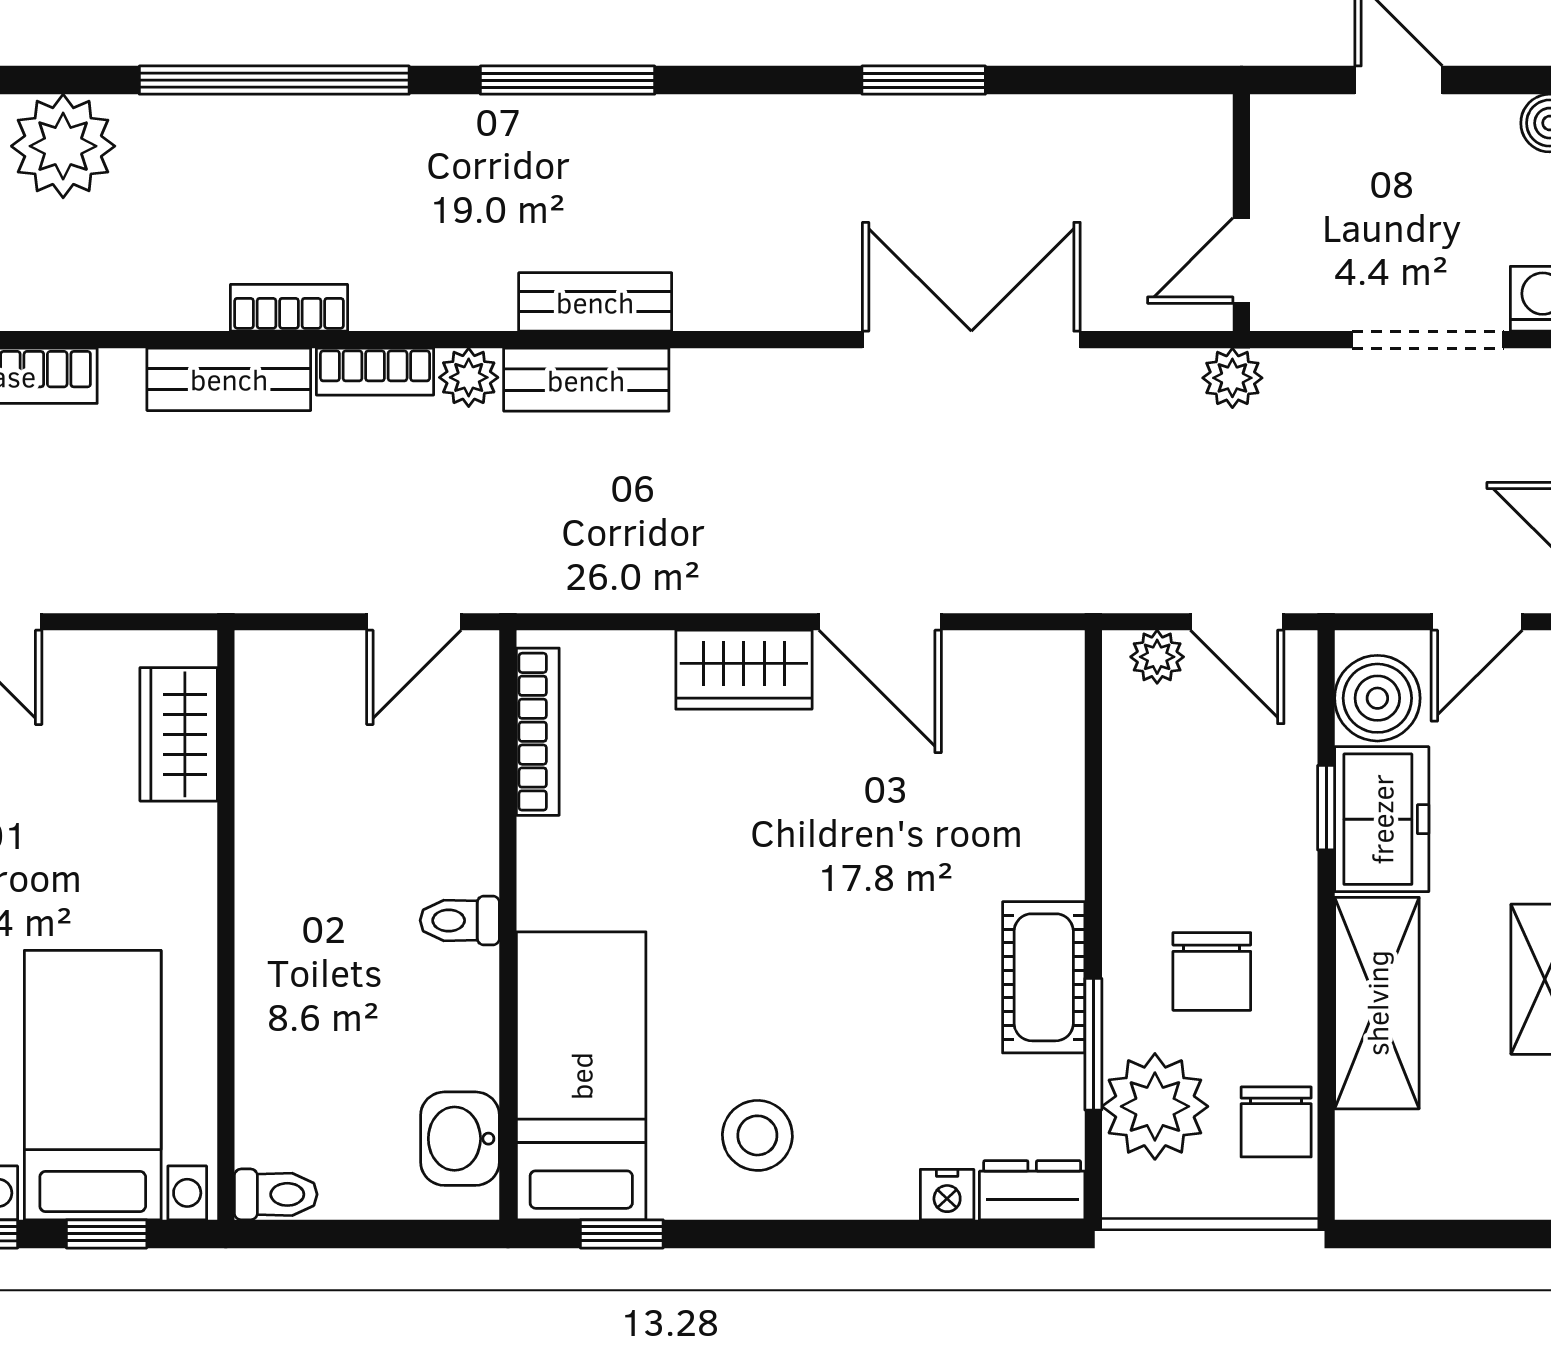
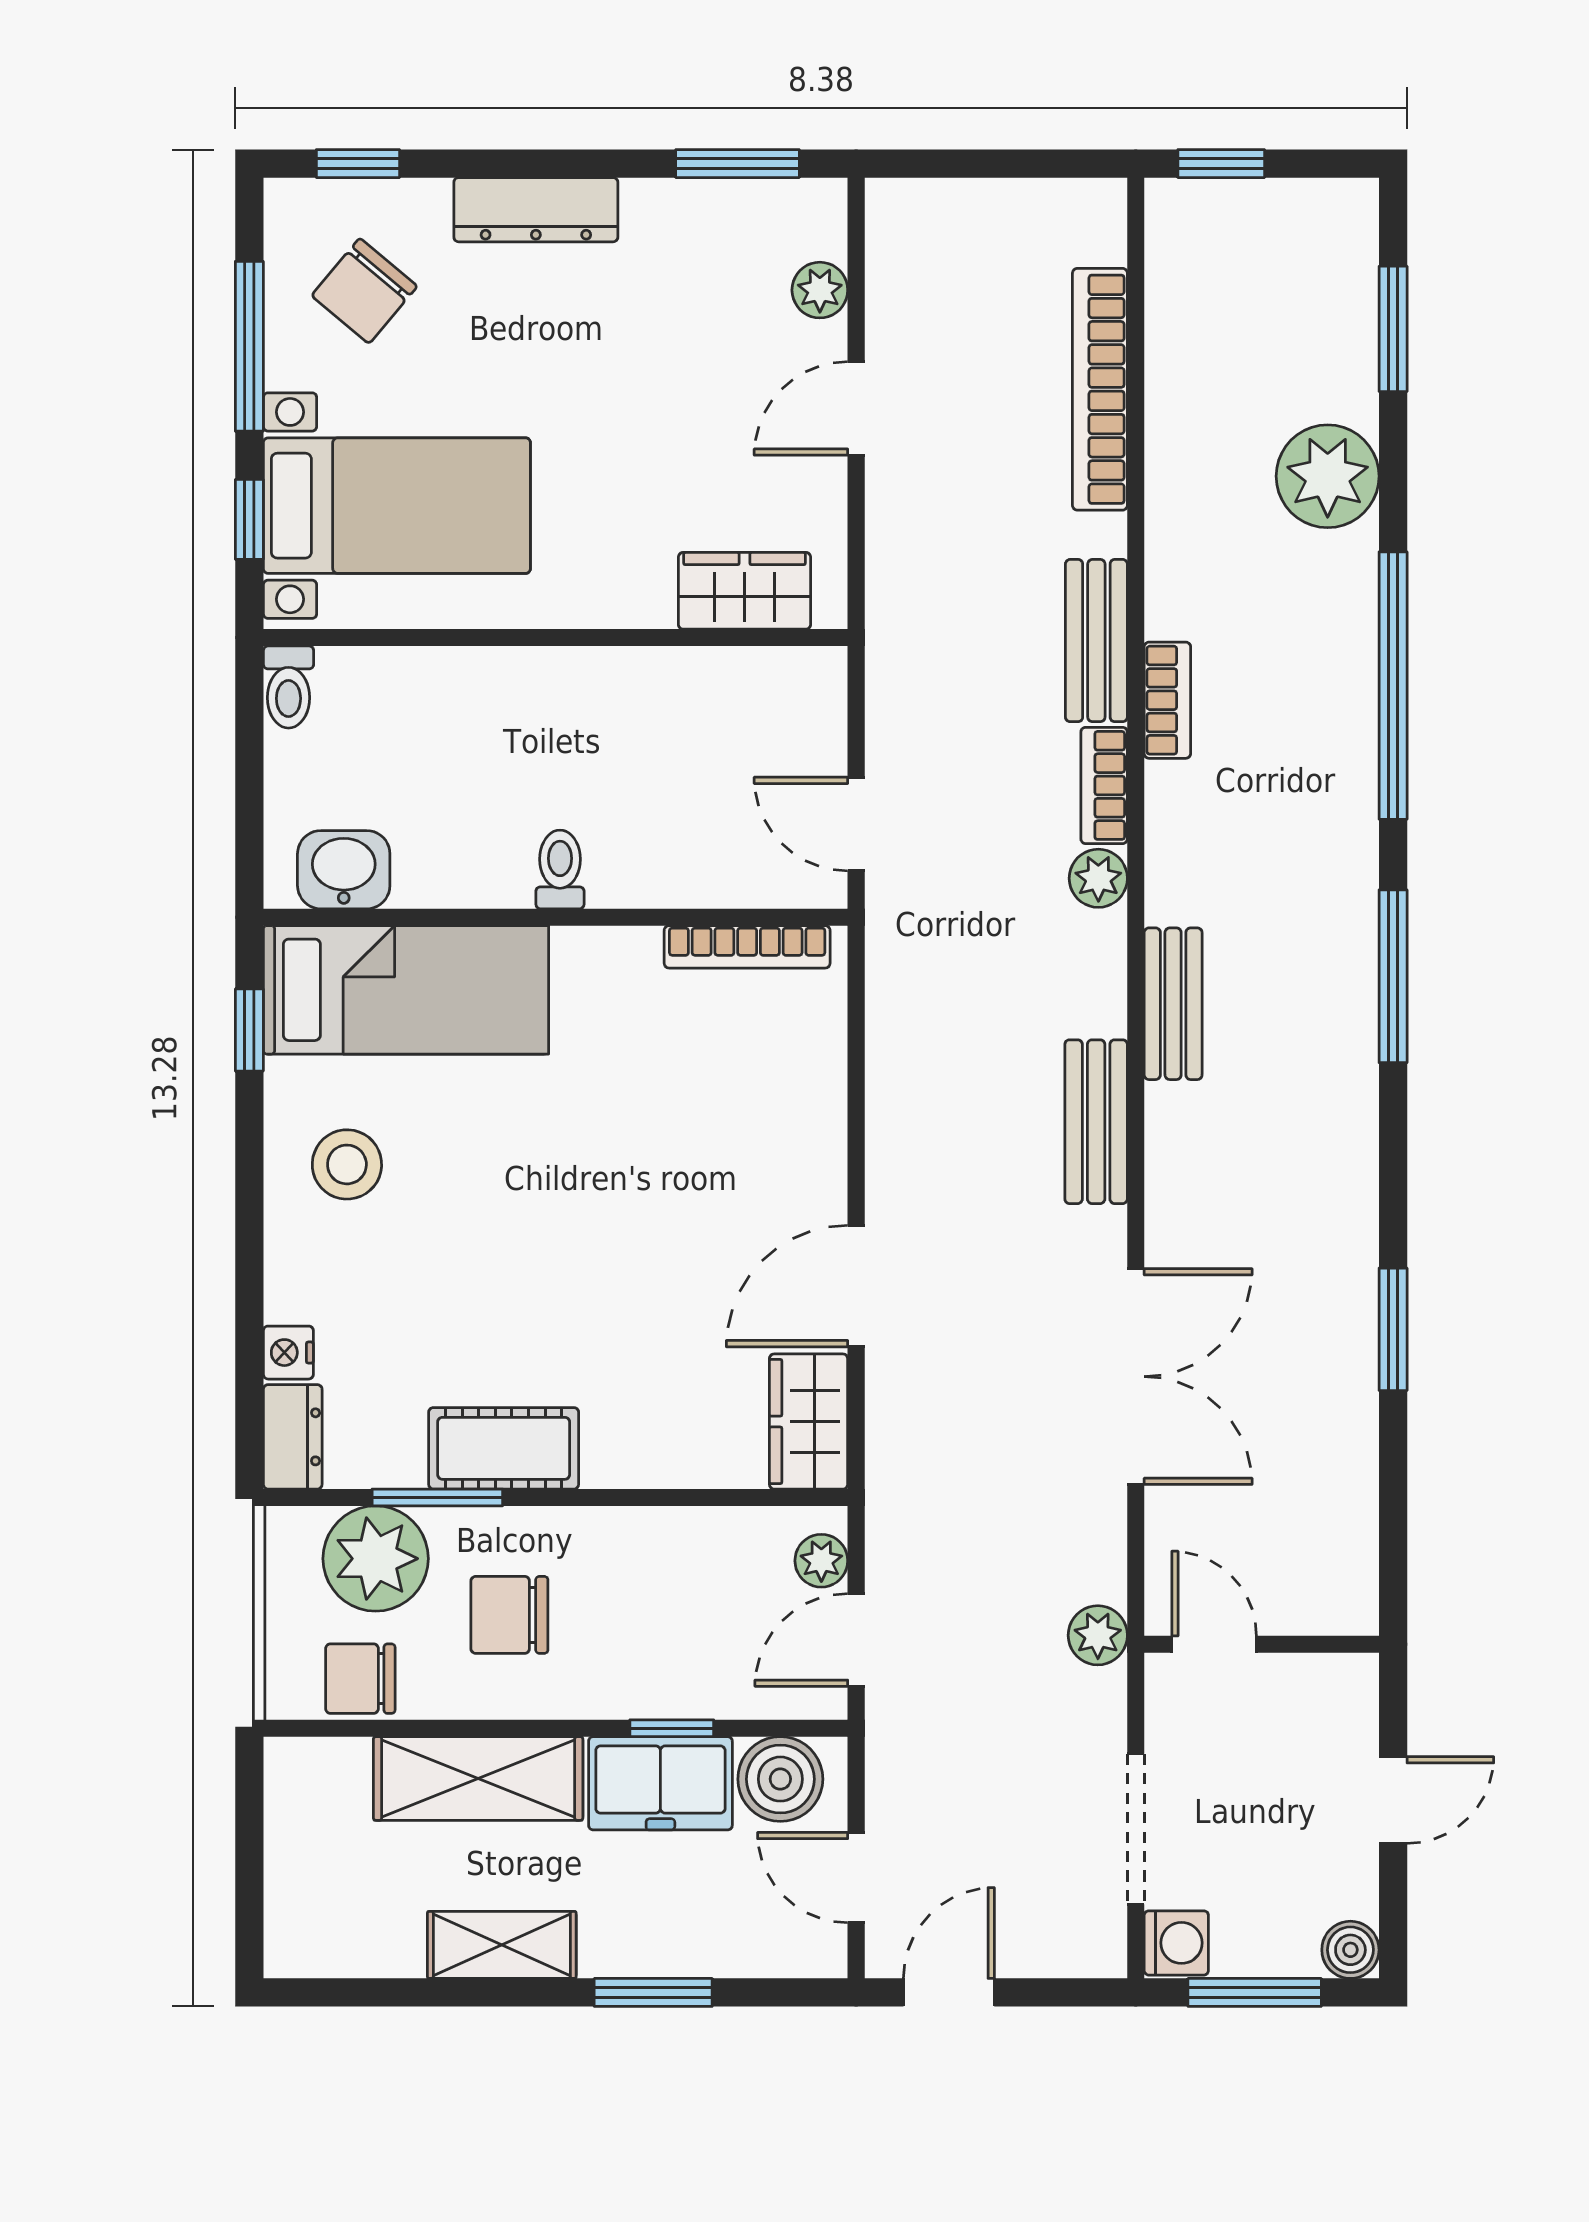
bench: (586, 380) -> (1096, 1122), moved
wardrobe: (744, 670) -> (809, 1422), moved

